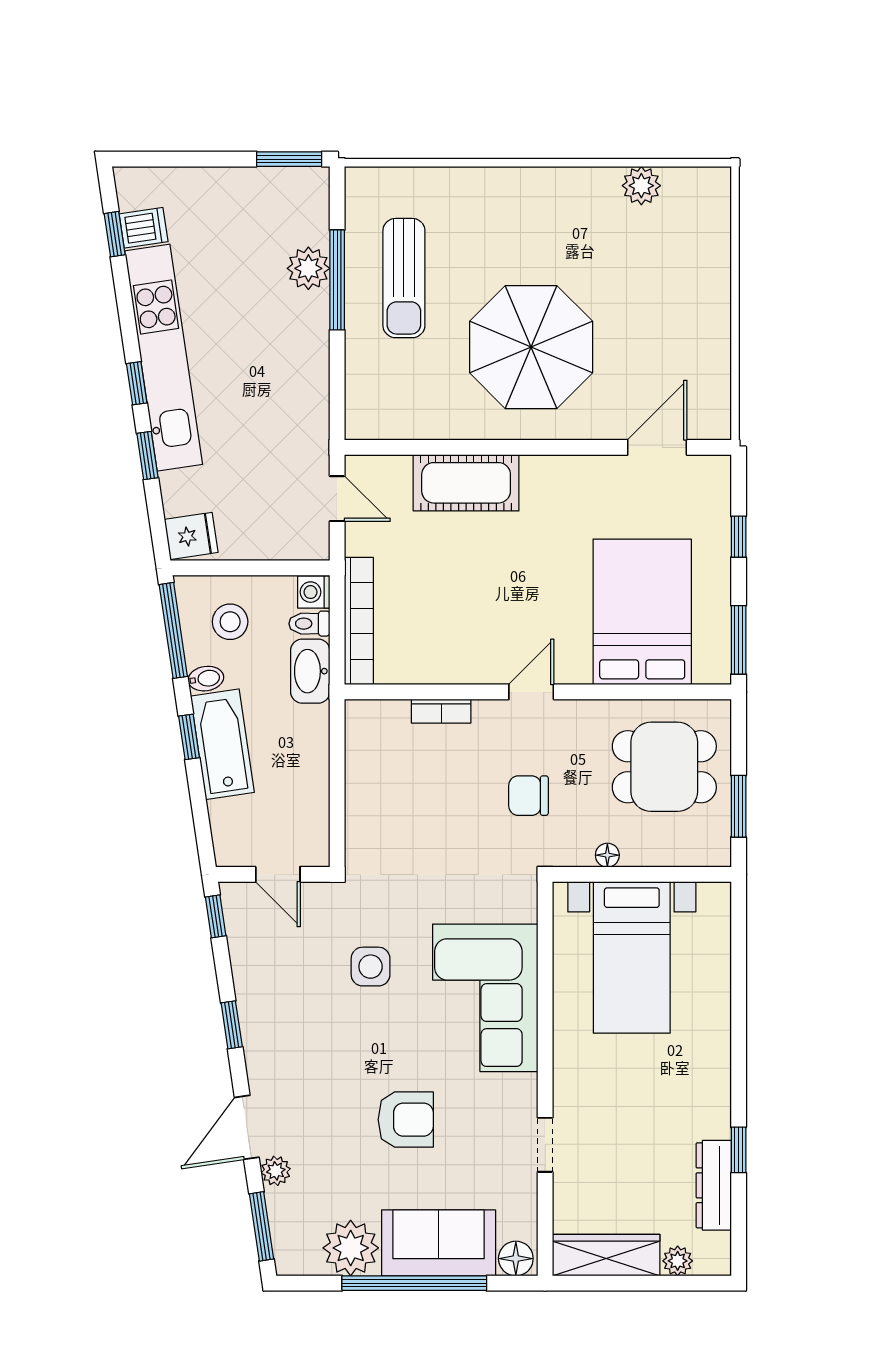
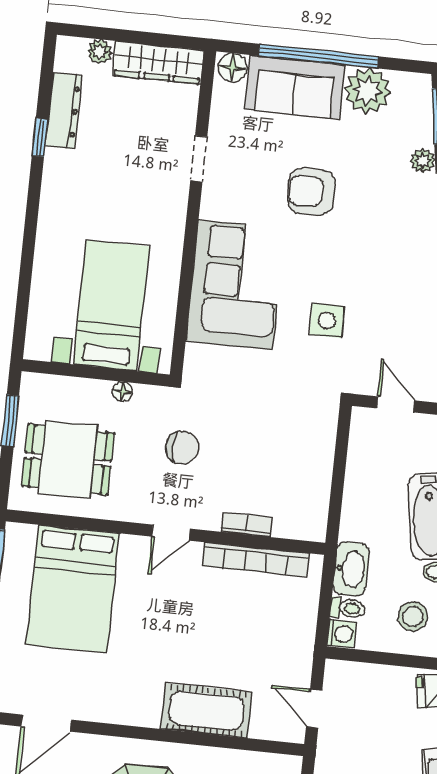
bookcase: (359, 621) -> (256, 560), moved, turned -90

